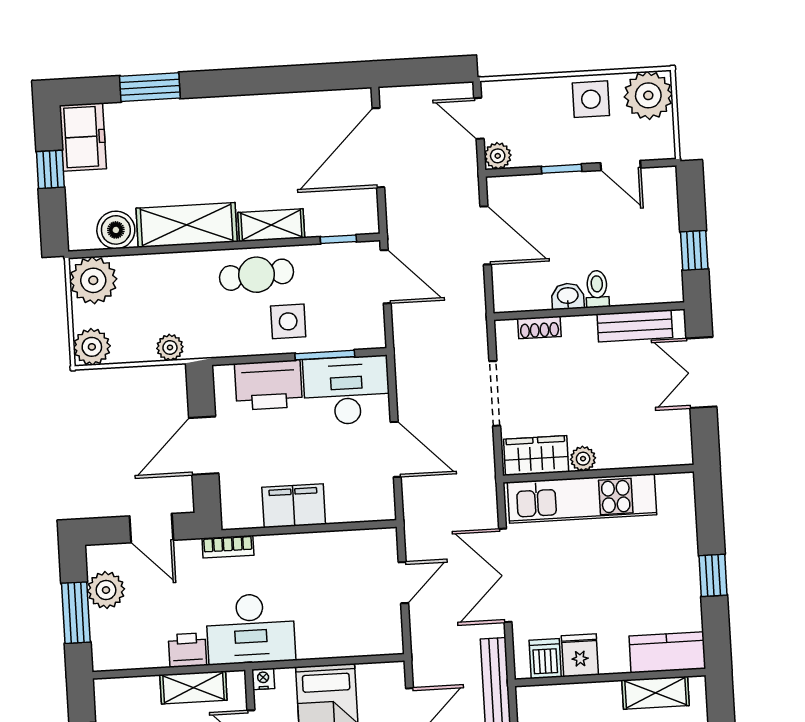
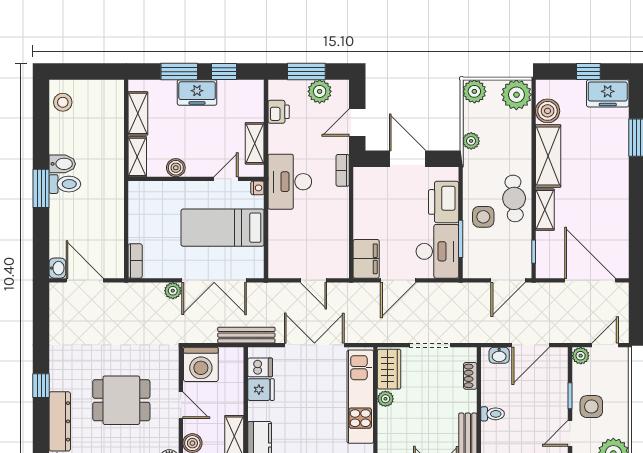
side table: (591, 99) -> (591, 407), moved
washbasin: (568, 296) -> (499, 355), moved, turned 90
filing cabinet: (294, 506) -> (366, 259), moved
printer: (187, 650) -> (279, 112), moved

